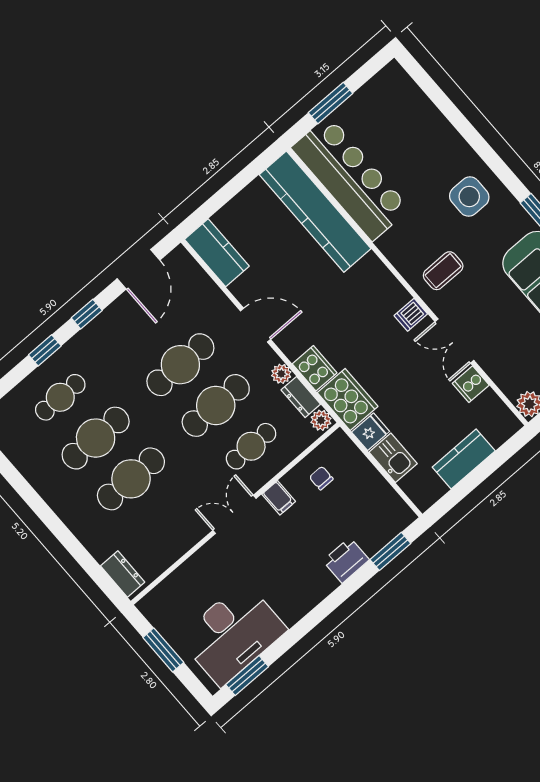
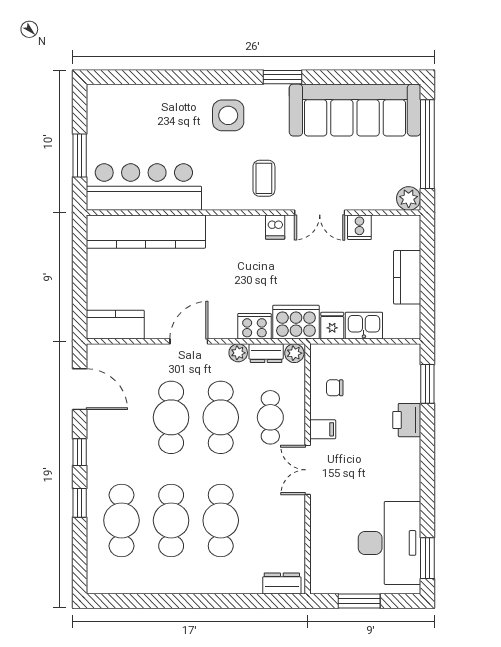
cafe table: (60, 397) -> (121, 520), width x1.37, depth x1.35

